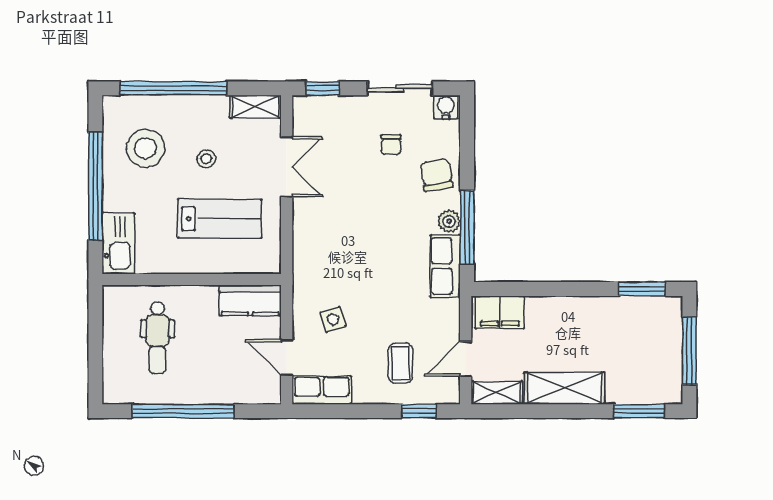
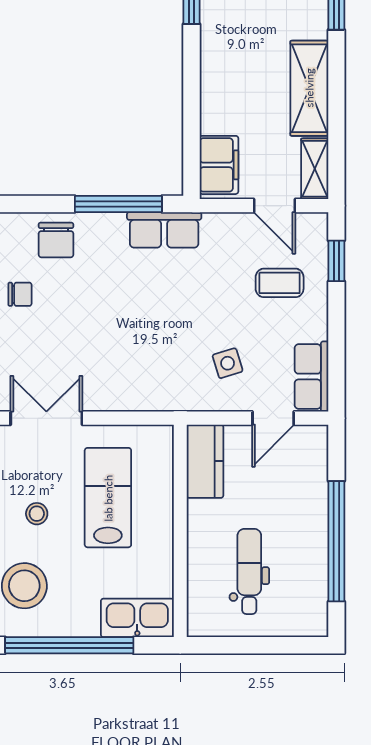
chair: (437, 175) -> (56, 240), turned -81
plant: (449, 221) -> (111, 225), removed
dental chair: (158, 338) -> (249, 571), turned -90

